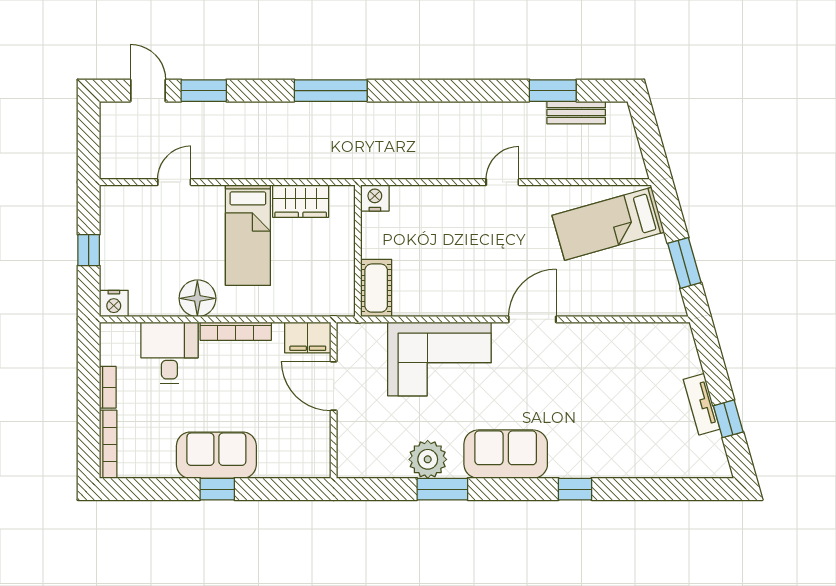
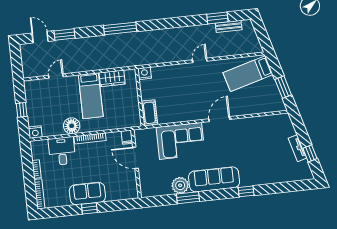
filing cabinet: (308, 338) -> (127, 137), width x0.50
sofa: (506, 454) -> (214, 179), width x1.36

